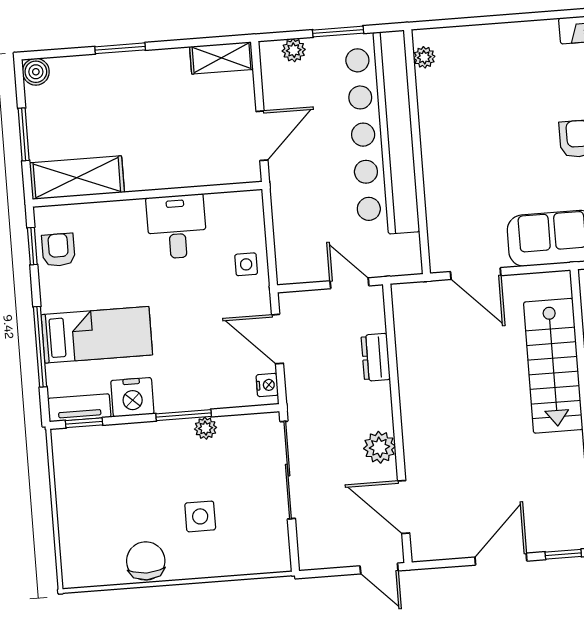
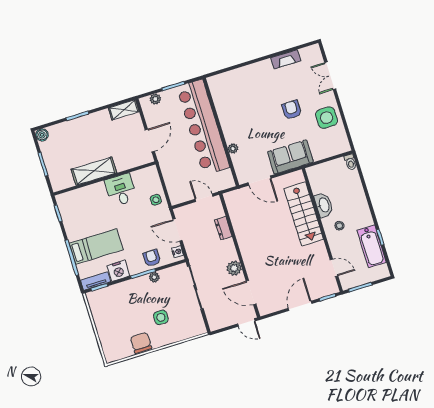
plant: (424, 57) -> (233, 148), moved
shelving: (77, 178) -> (94, 171), moved
armchair: (58, 250) -> (152, 258), moved

